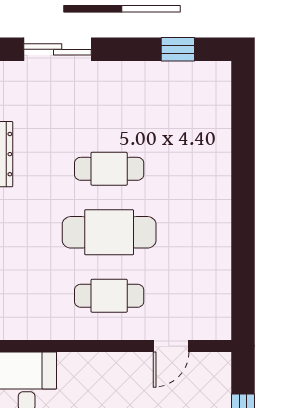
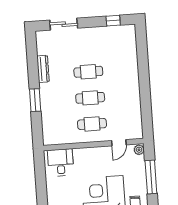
cafe table: (109, 232) -> (90, 98), width x0.73, depth x0.74
plant: (219, 366) -> (139, 150), added

